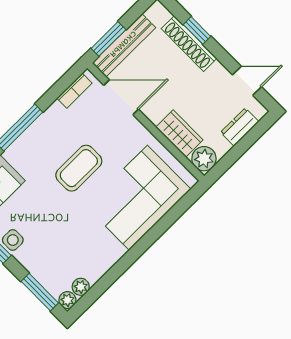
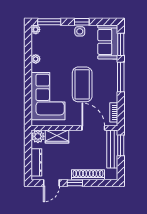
window: (197, 30) -> (75, 183), moved
door: (121, 97) -> (93, 128), swing flipped
dresser: (240, 127) -> (36, 162), width x1.44
coffee table: (79, 168) -> (82, 84), width x1.36, depth x1.32
plant: (81, 287) -> (36, 59), moved

